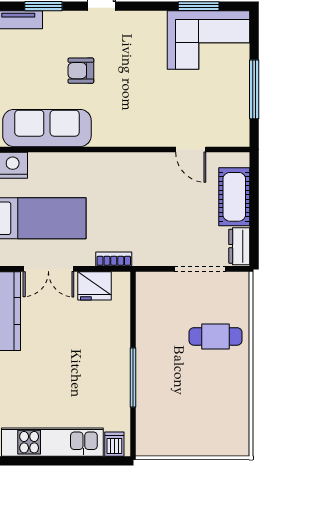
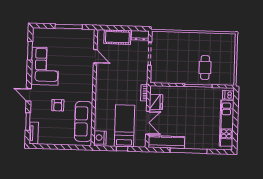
corner sofa: (209, 40) -> (45, 66), moved
door: (191, 149) -> (95, 56), hinge flipped
cafe table: (215, 336) -> (205, 67), moved

